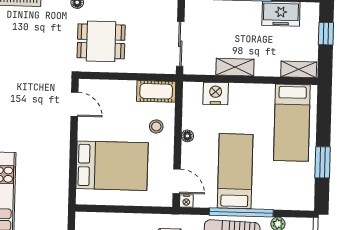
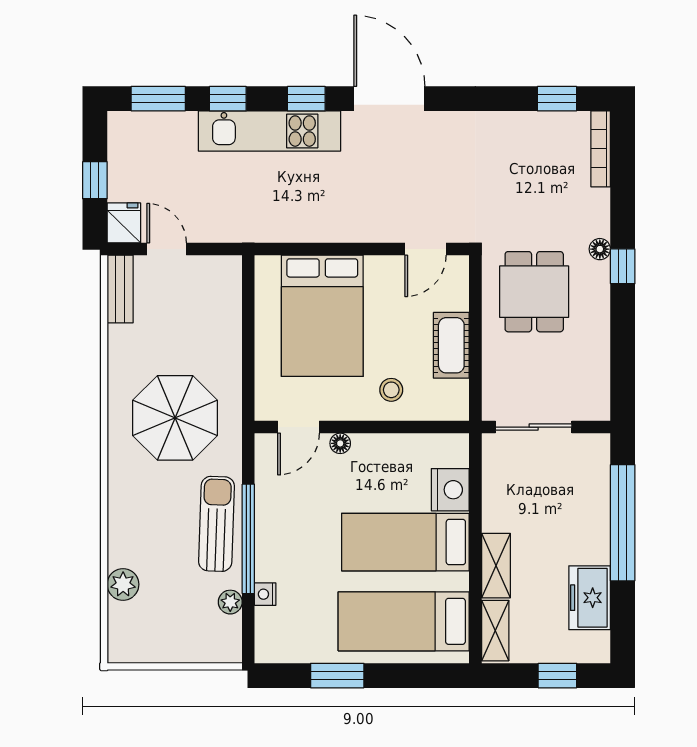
shelving: (235, 67) -> (496, 566), moved
cot: (156, 91) -> (451, 345), moved
floor lamp: (187, 136) -> (340, 443), moved
bed: (235, 171) -> (405, 542), moved, turned 180
nightstand: (186, 201) -> (265, 594), moved

